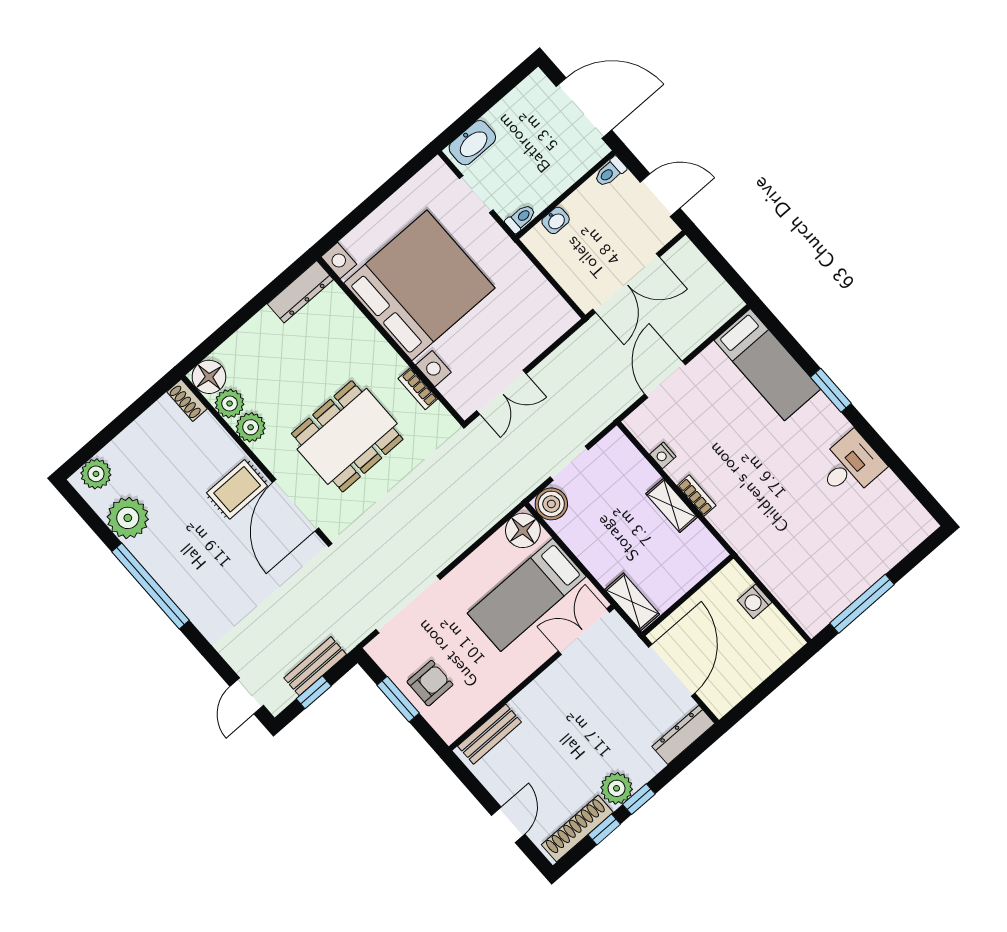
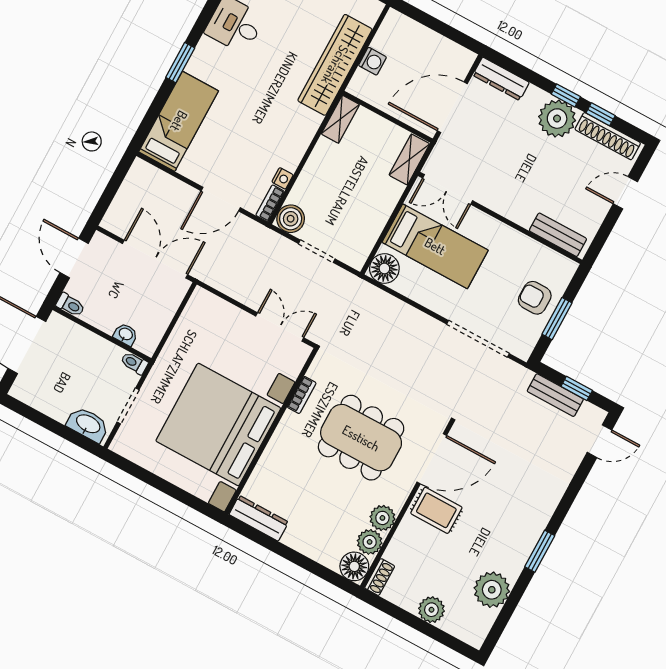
plant: (96, 474) -> (431, 610), moved
bookcase: (697, 496) -> (270, 203), moved
boiler: (551, 504) -> (291, 219), moved
shelving: (672, 505) -> (340, 119), moved
wardrobe: (766, 559) -> (335, 65), added
window: (151, 586) -> (540, 551), width x0.47
plant: (617, 788) -> (557, 119), width x1.36, depth x1.36

